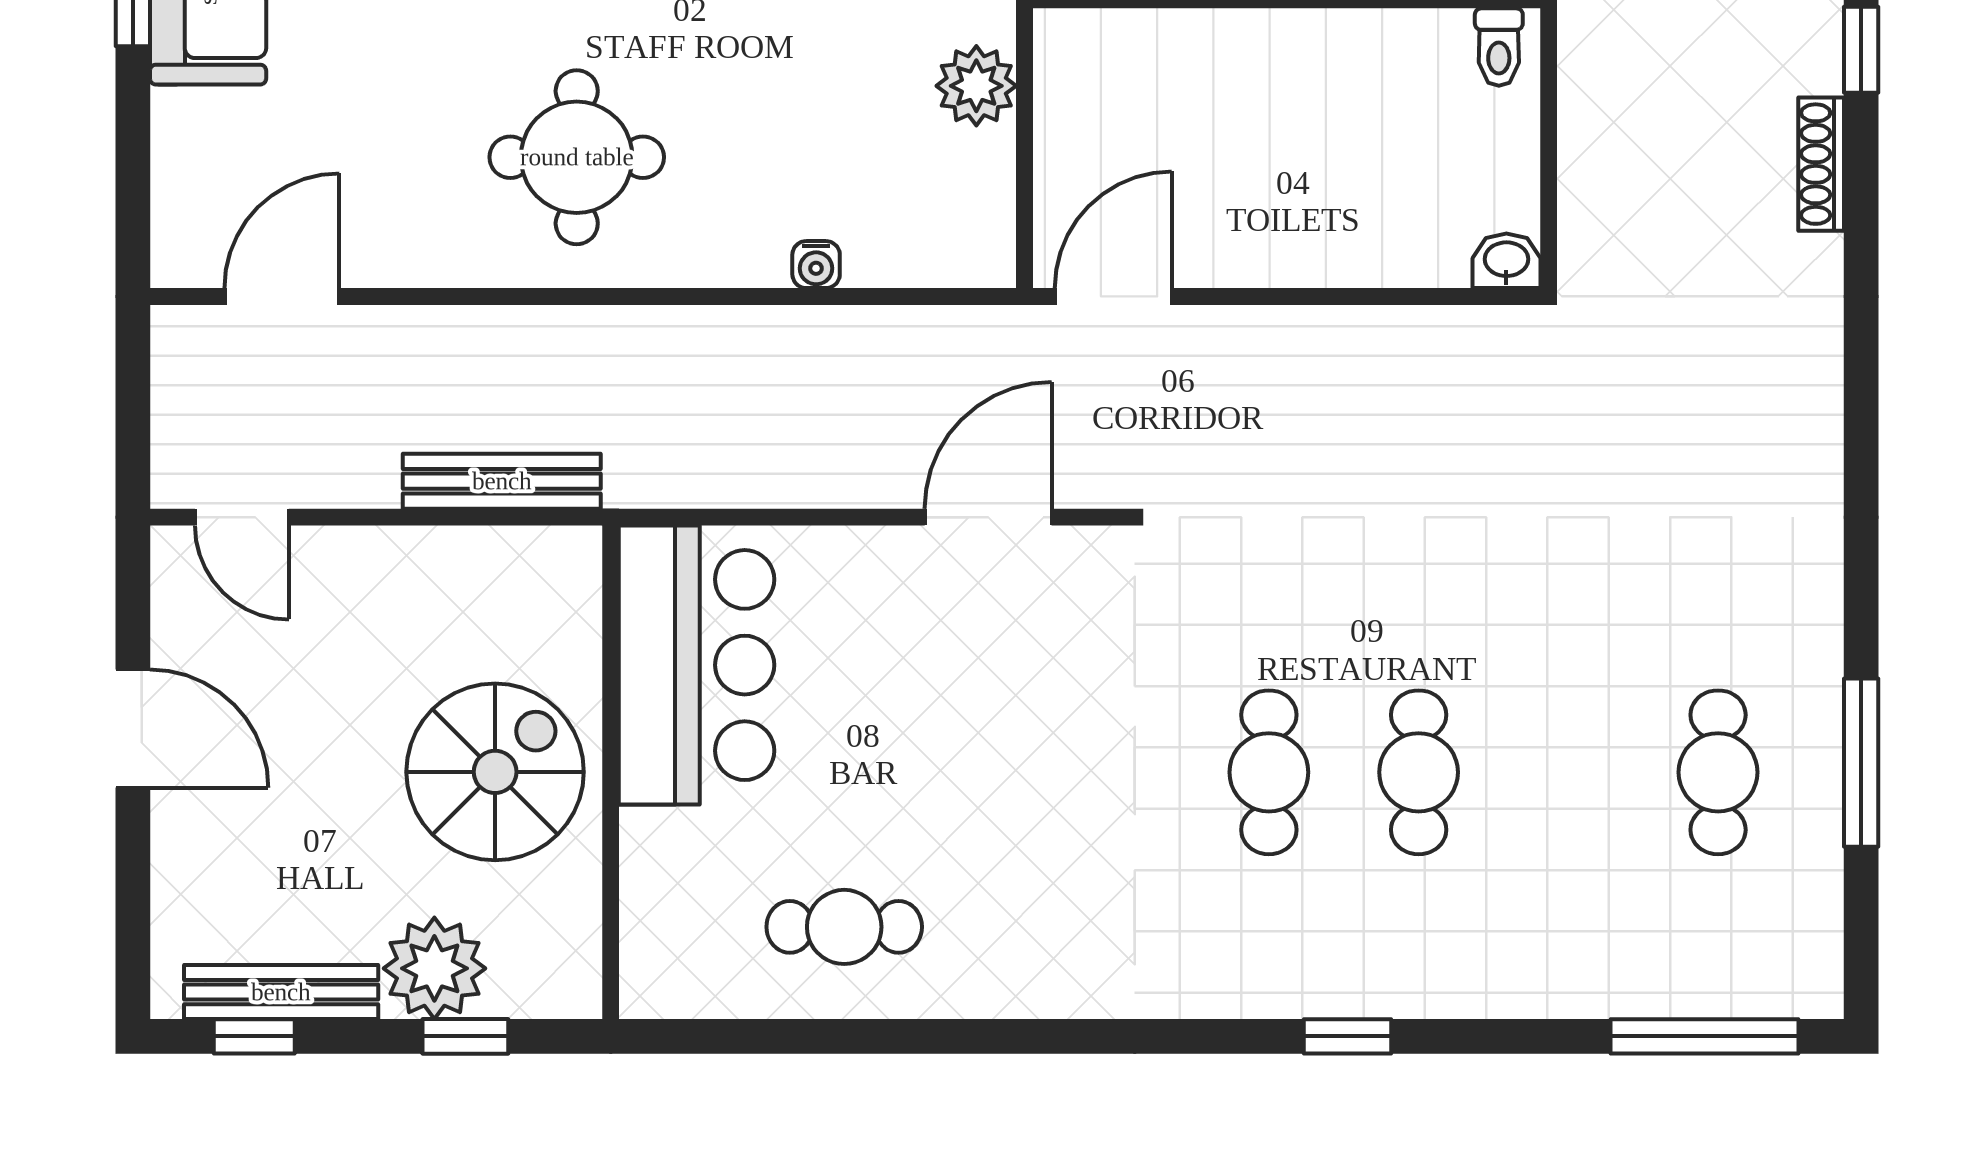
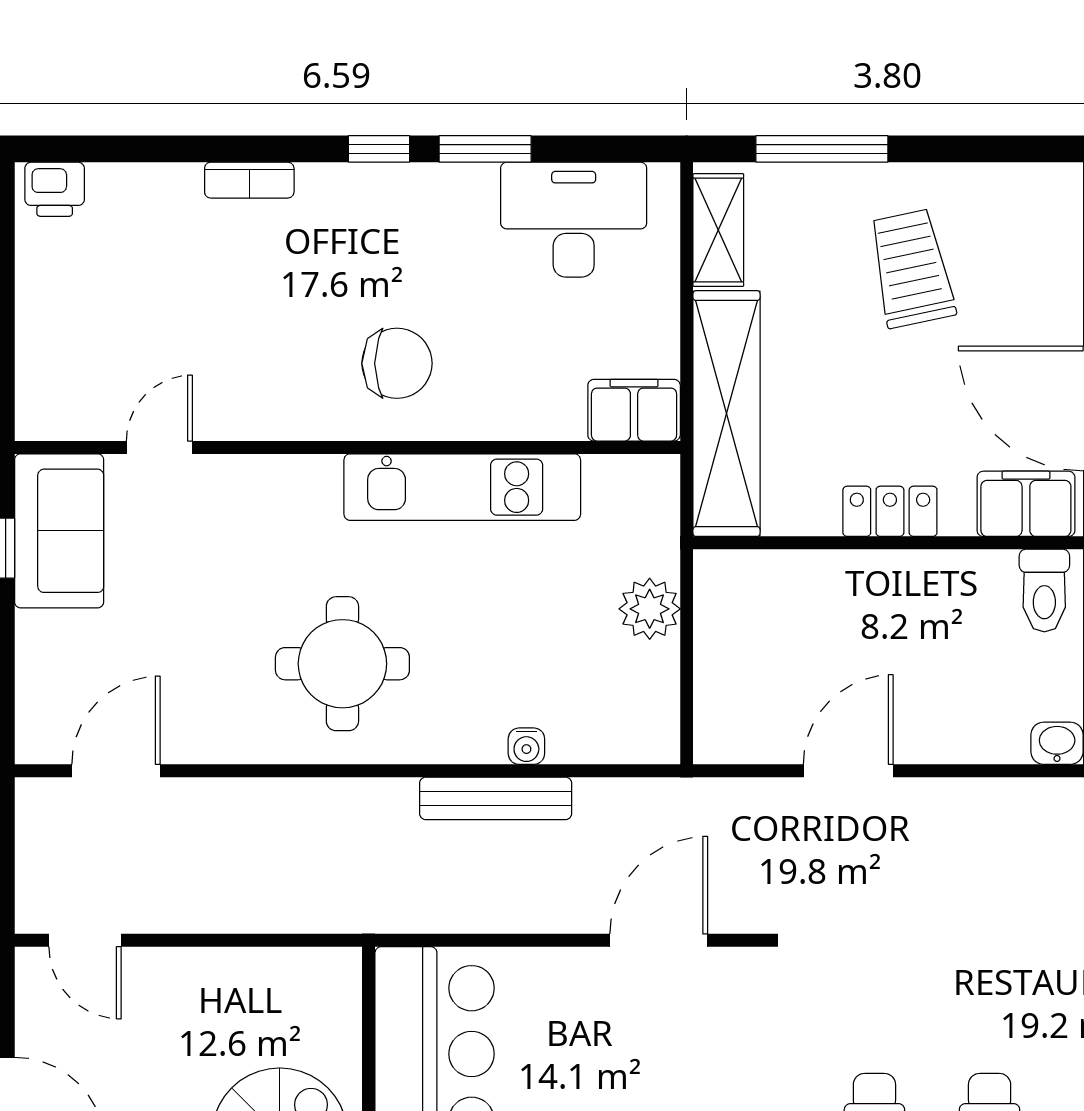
toilet: (1499, 47) -> (1044, 591), width x1.37, depth x1.39
door: (1113, 296) -> (848, 771), moved
bench: (502, 481) -> (496, 798), moved

